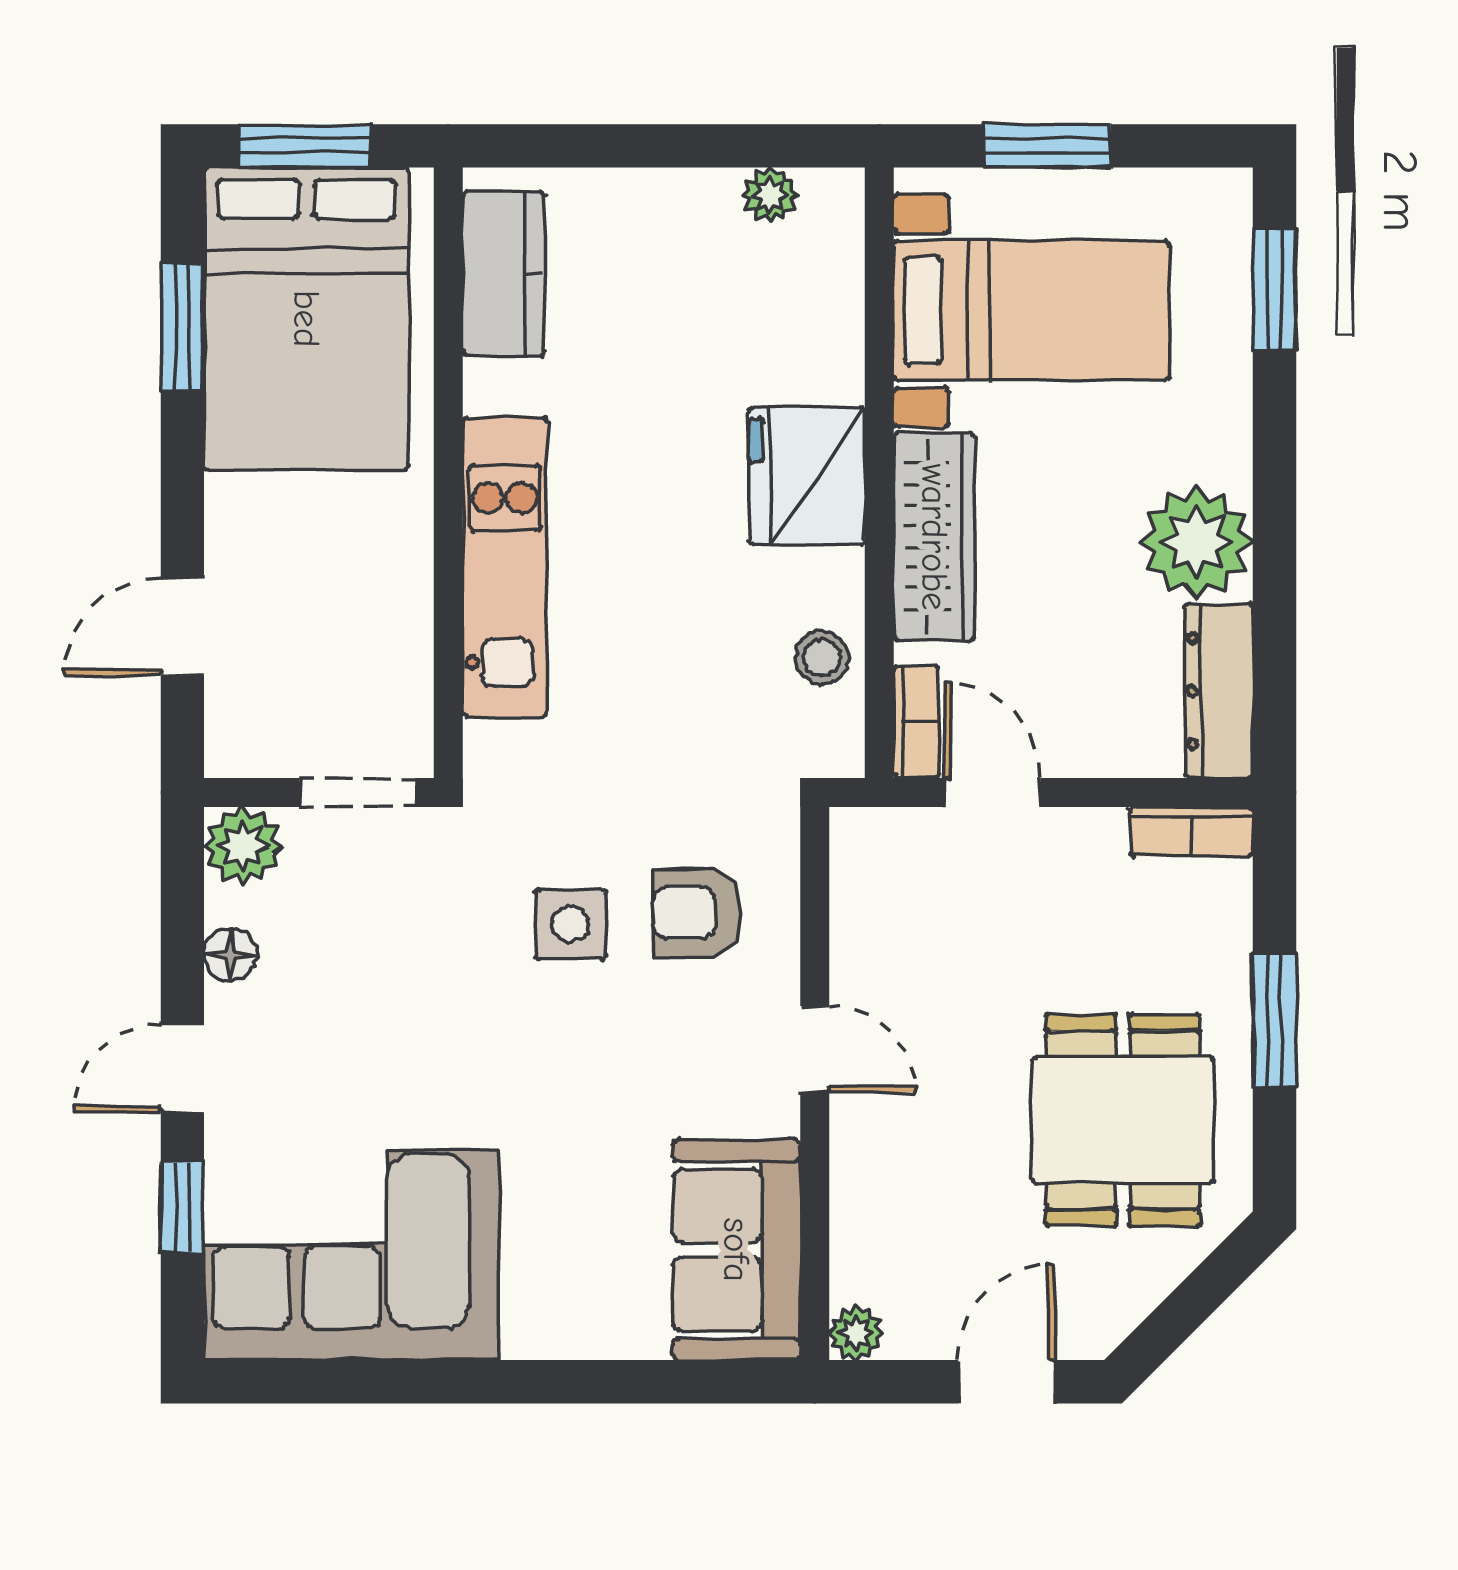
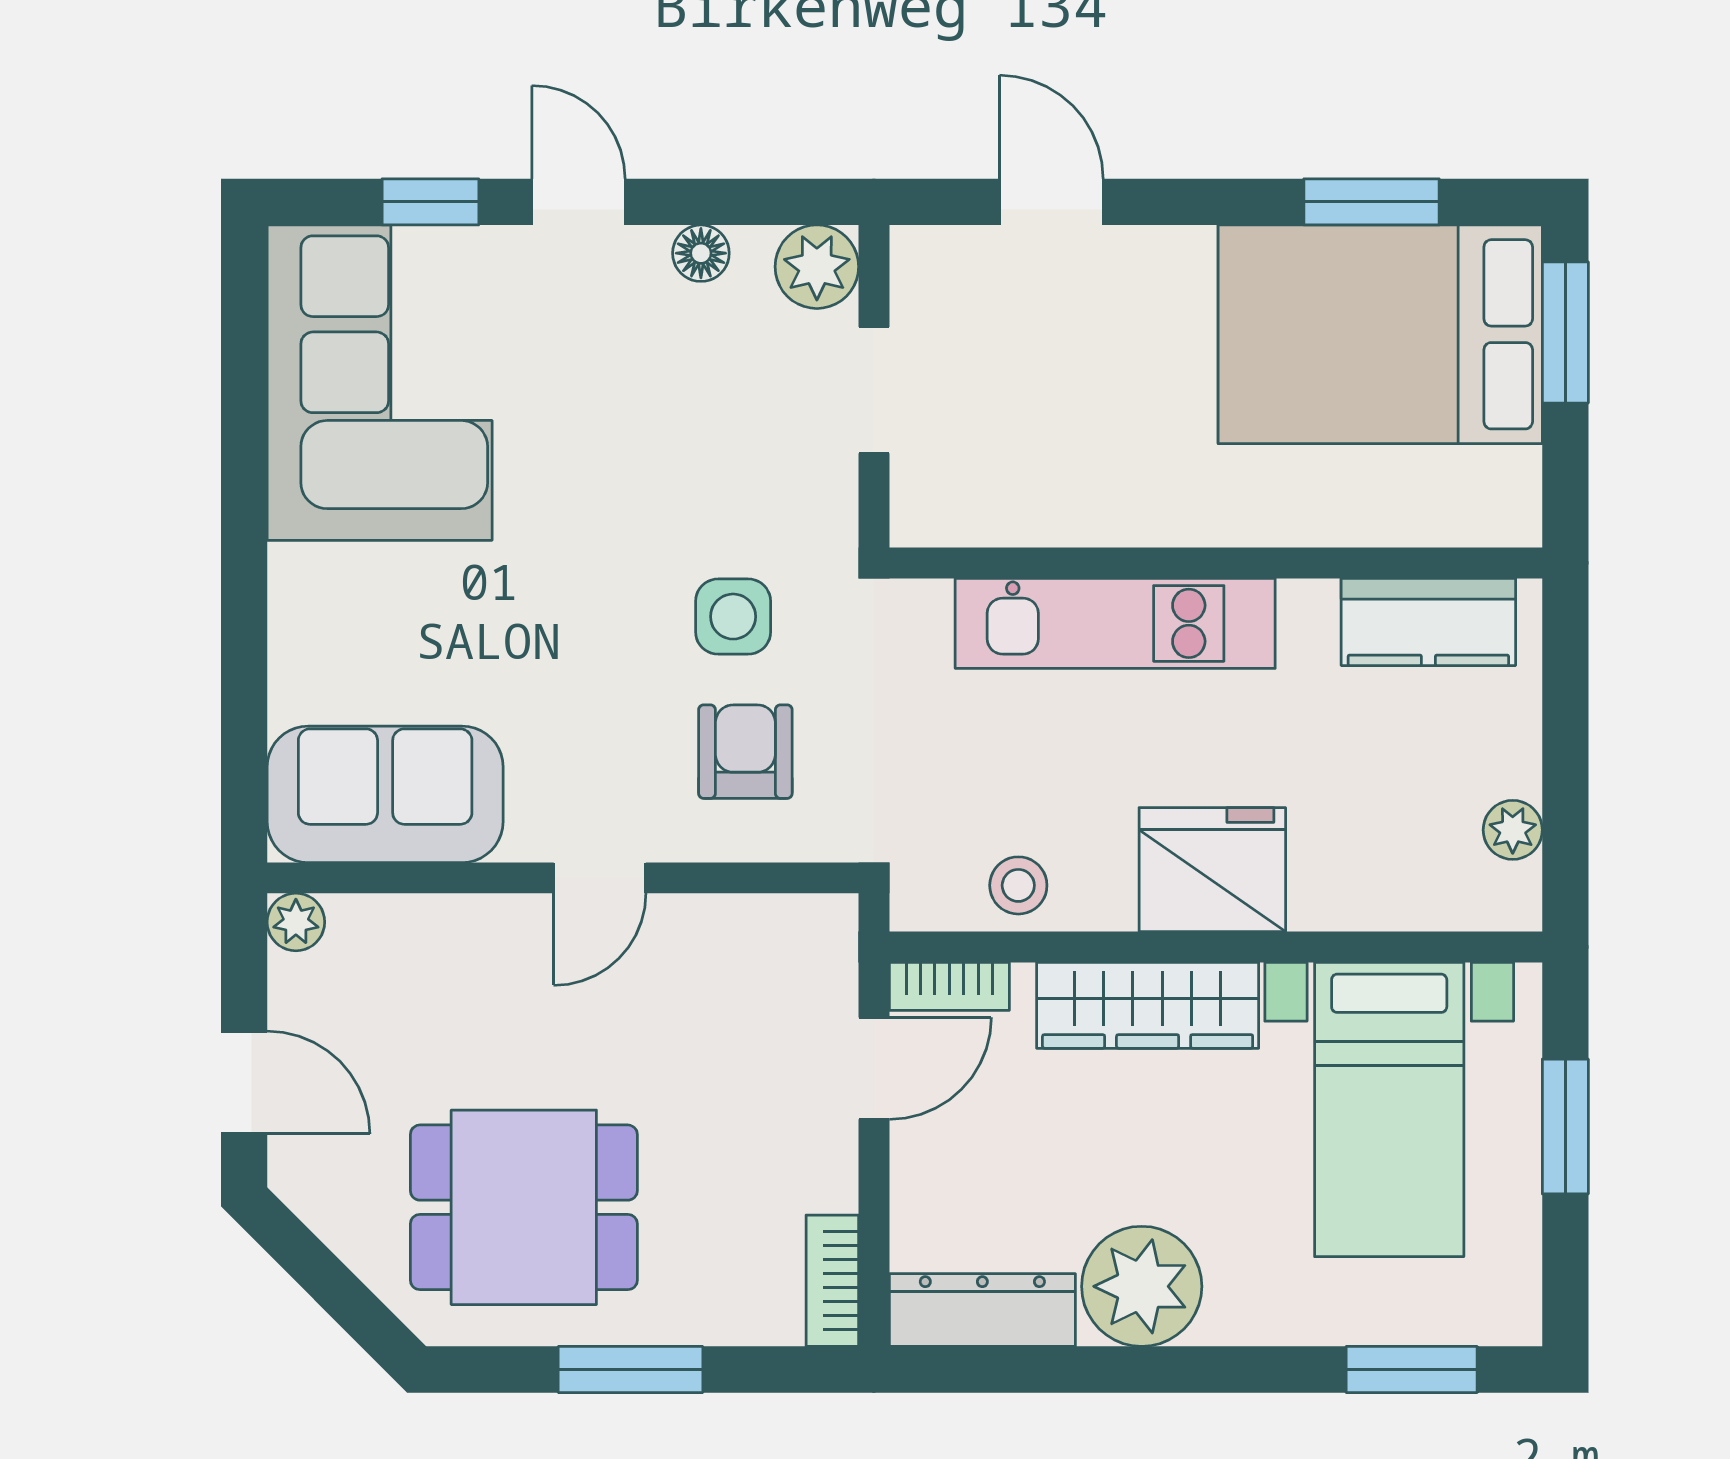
kitchen counter: (503, 274) -> (1428, 622), moved
wall: (448, 473) -> (1216, 563), moved
kitchen unit: (505, 567) -> (1115, 623), moved

